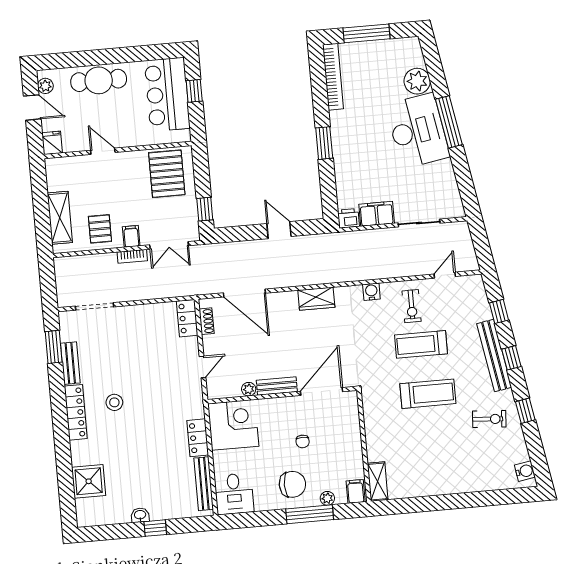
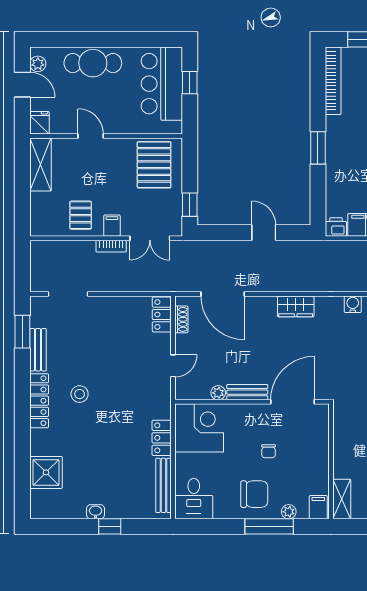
shelving: (60, 218) -> (41, 165), moved

